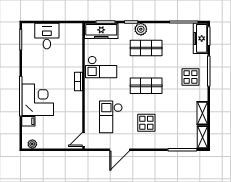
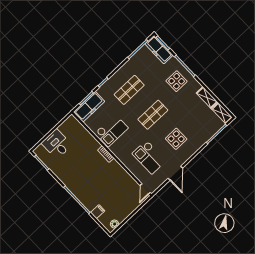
plant: (141, 29) -> (114, 81), removed
corner desk: (38, 100) -> (90, 192), removed

